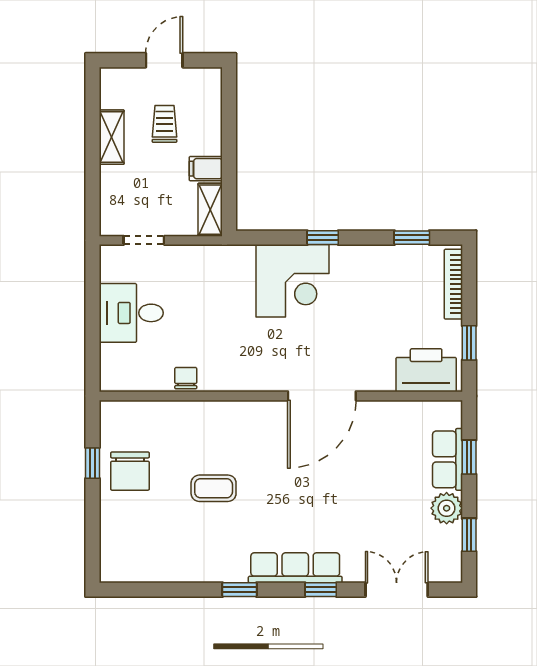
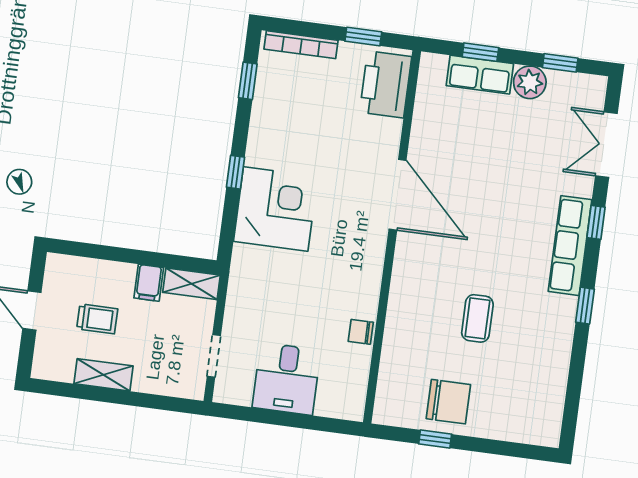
trolley: (165, 124) -> (97, 319), turned 180

